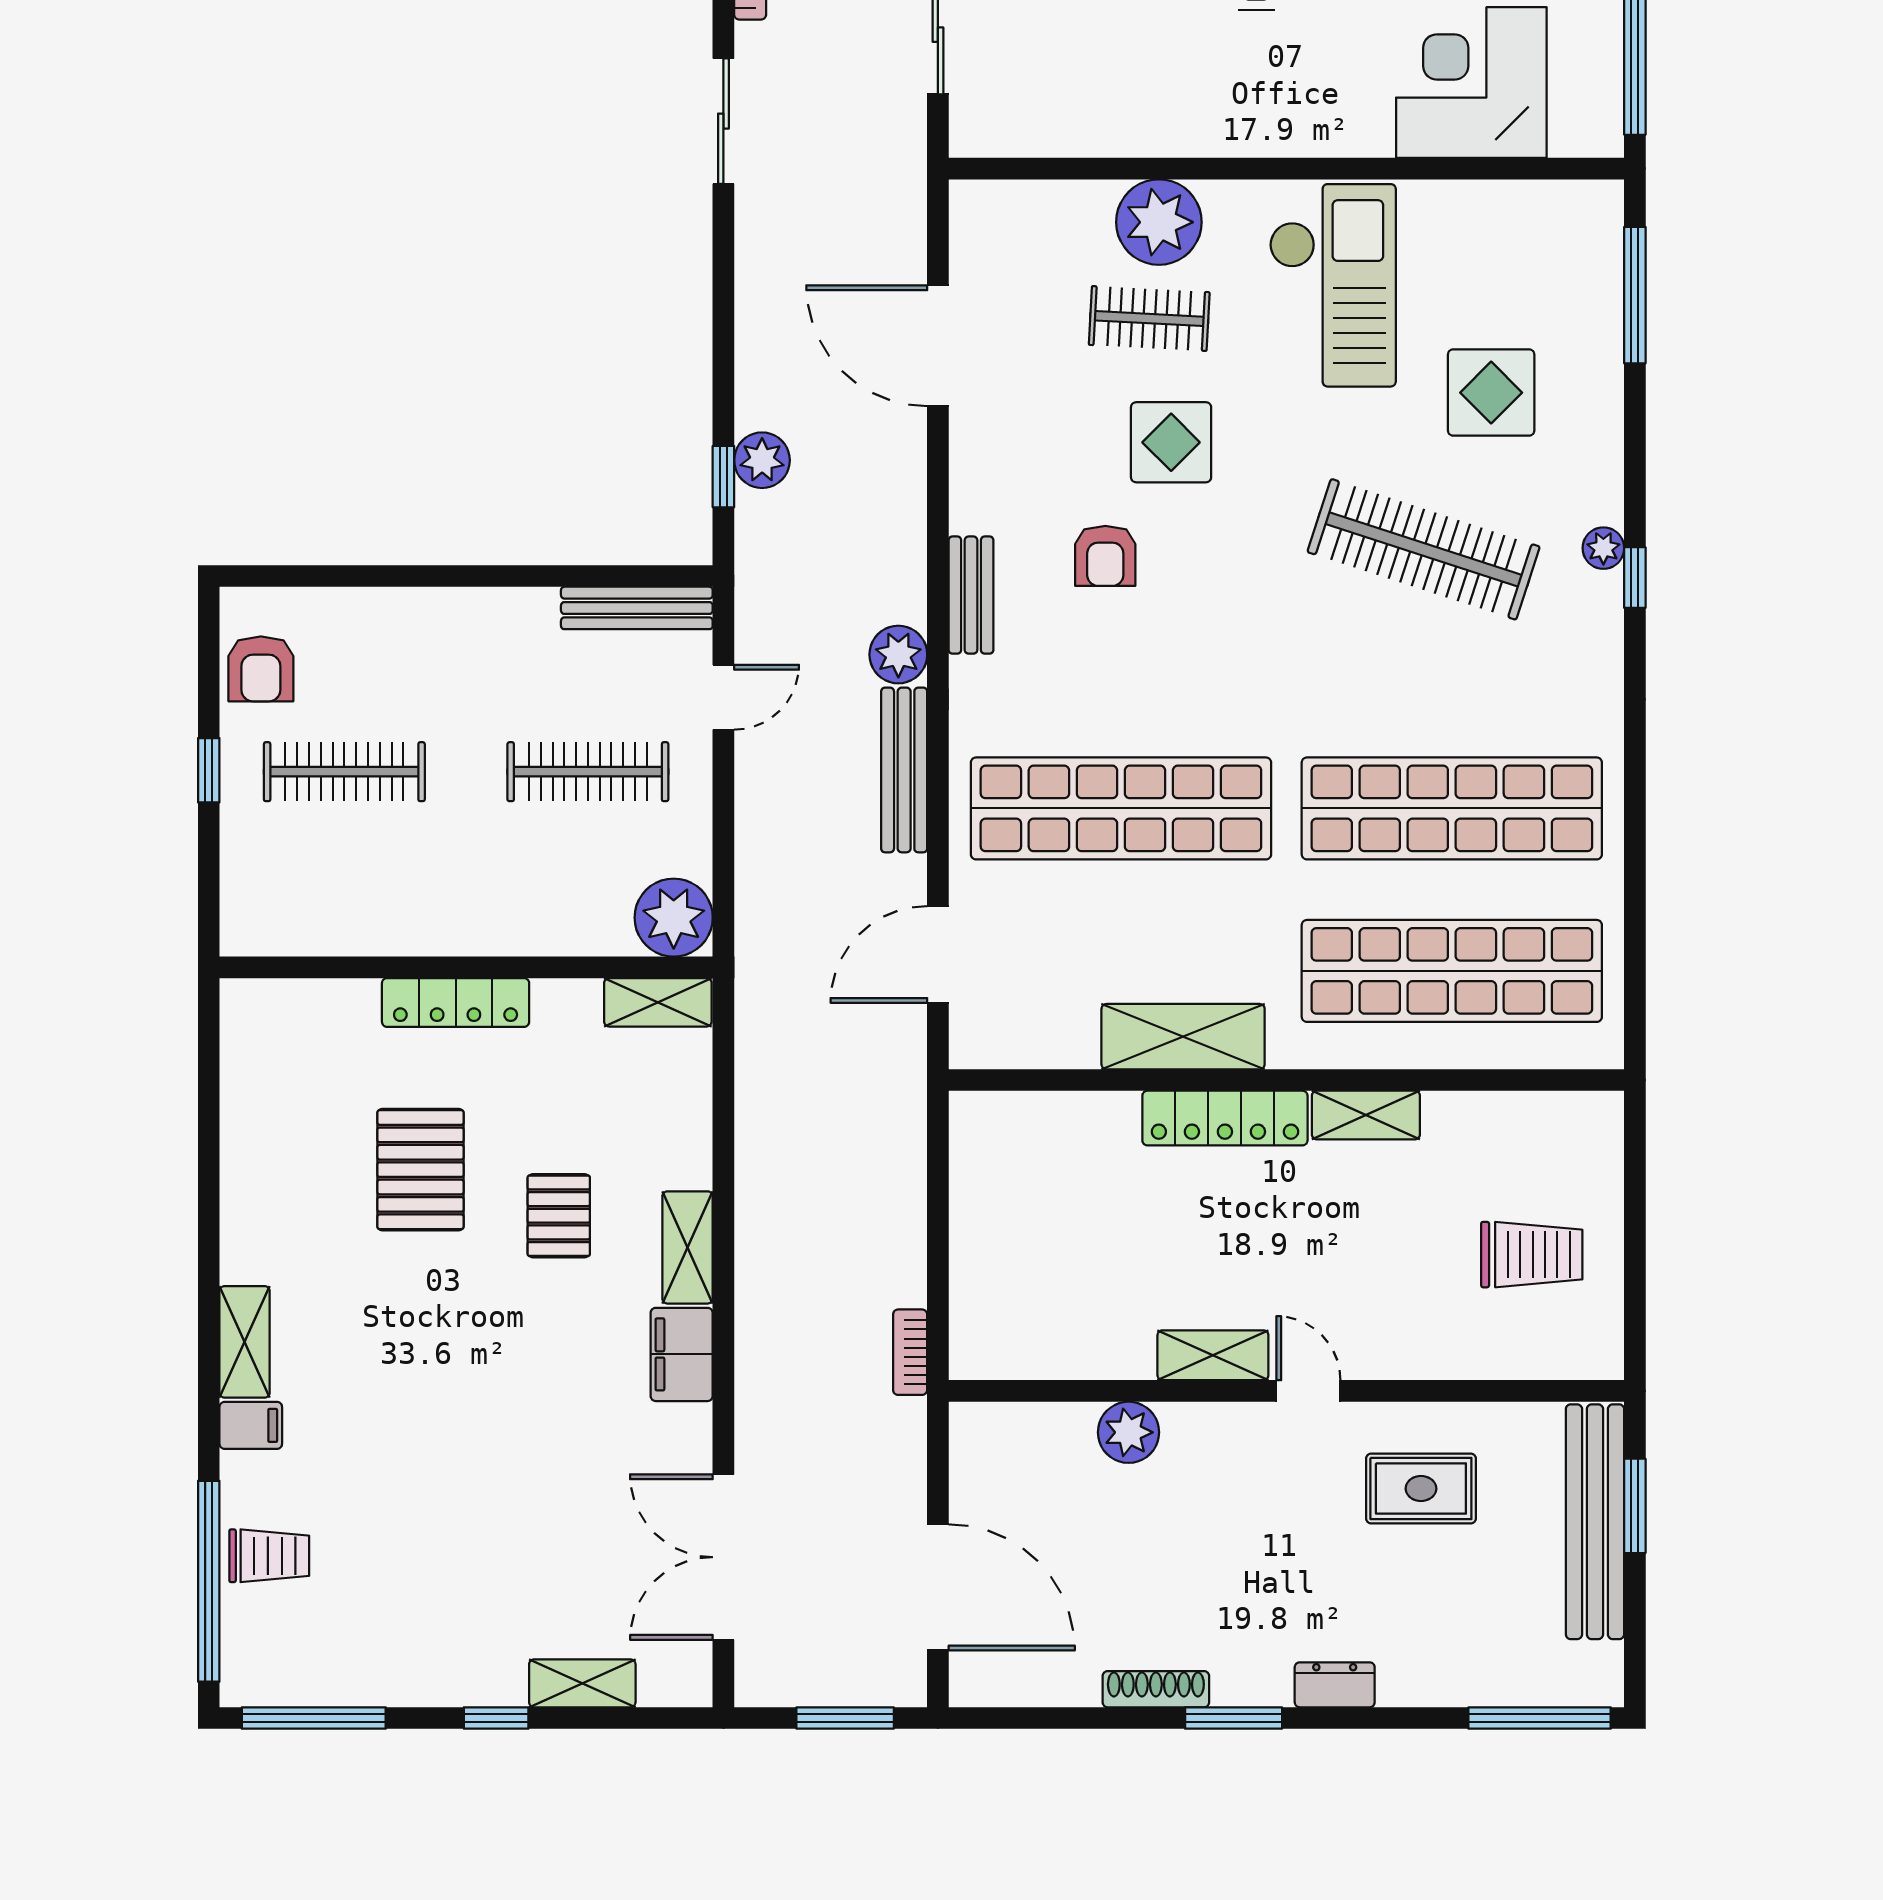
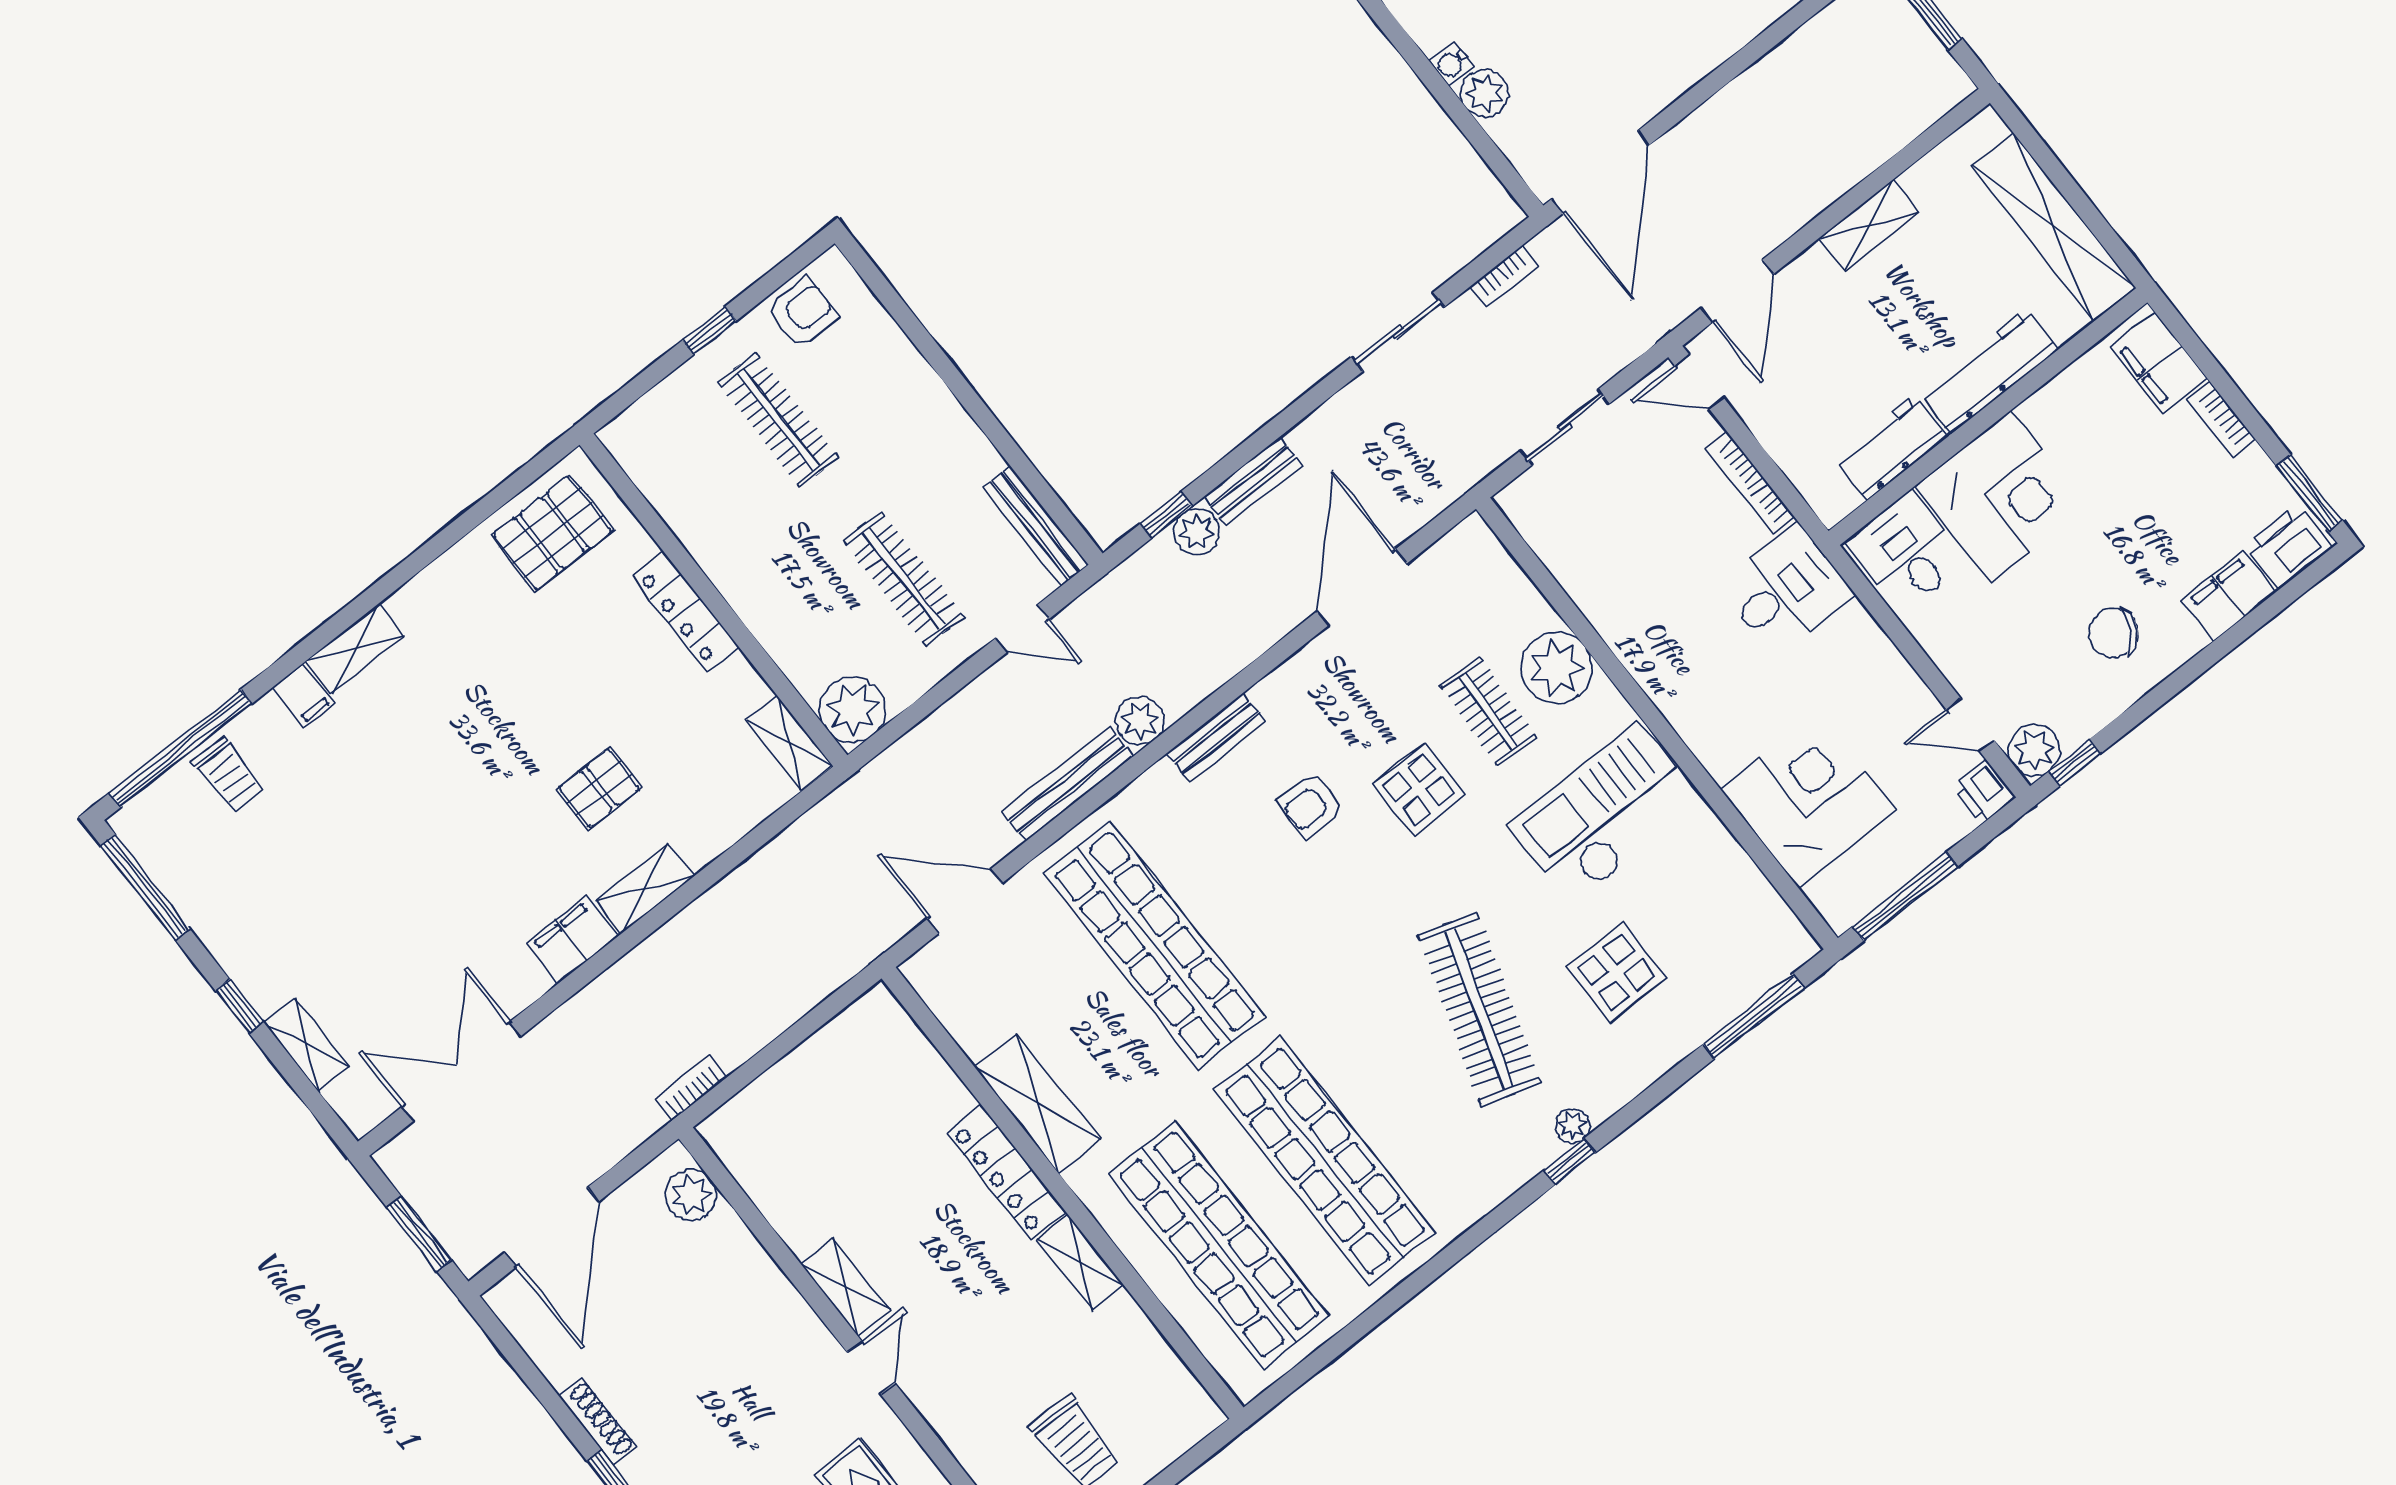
checkout: (1333, 285) -> (1605, 814), turned 180
bench: (757, 370) -> (1253, 481), added
armchair: (261, 669) -> (802, 312), turned 180
pallet: (420, 1170) -> (552, 533), moved
plant: (1129, 1432) -> (691, 1195), moved

